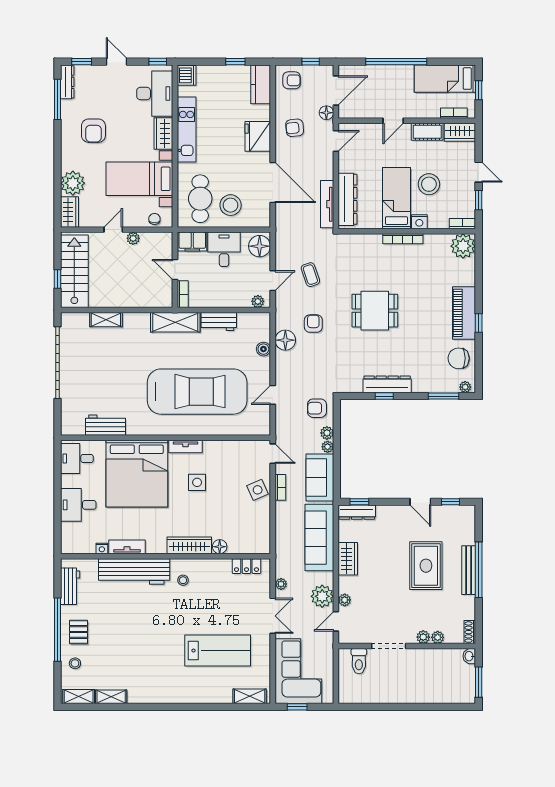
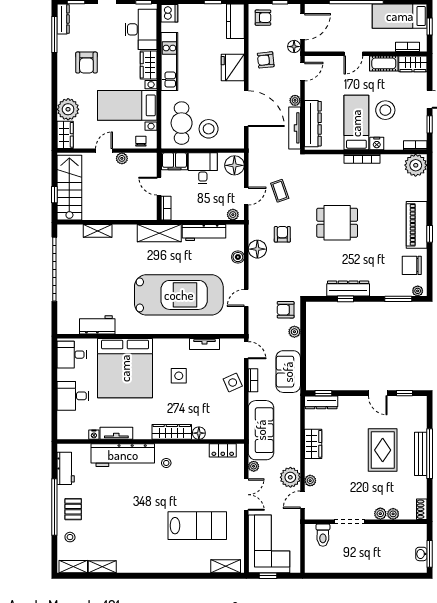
workbench: (219, 322) -> (204, 233), width x1.38
tv unit: (186, 447) -> (204, 344), moved
plant: (328, 447) -> (295, 100), moved
sofa: (319, 538) -> (261, 430), moved, turned 180
washbasin: (469, 656) -> (421, 554), moved

